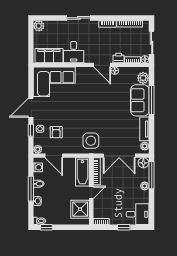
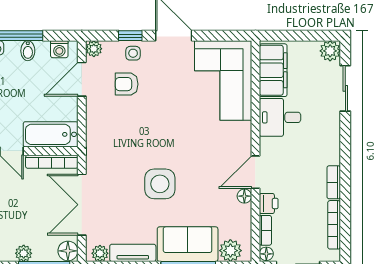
sliding door: (79, 18) -> (345, 88), moved
side table: (91, 141) -> (160, 184), moved

